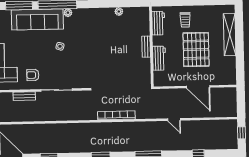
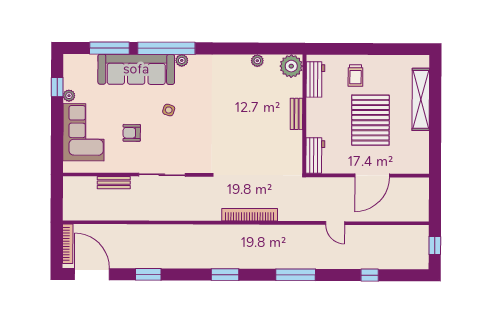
plant: (142, 15) -> (291, 66), added
workbench: (159, 58) -> (315, 156), moved
armchair: (33, 75) -> (132, 133), moved
door: (198, 87) -> (372, 175), hinge flipped

